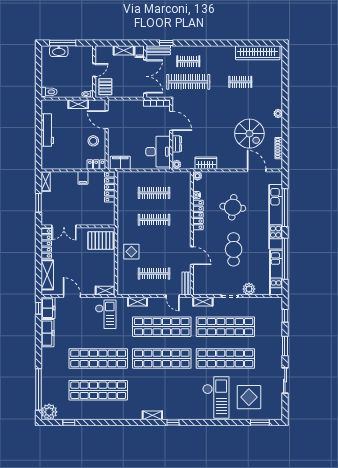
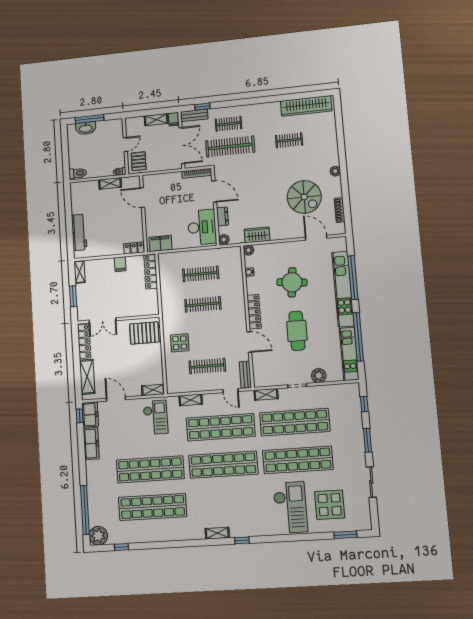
workbench: (47, 130) -> (79, 232), moved
stool: (93, 141) -> (129, 222), removed
locker: (198, 215) -> (254, 312), moved

